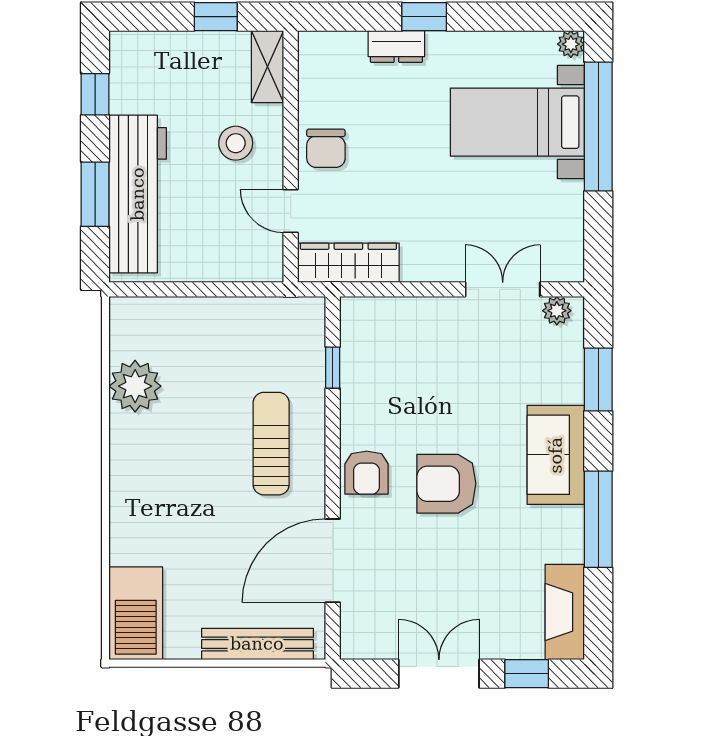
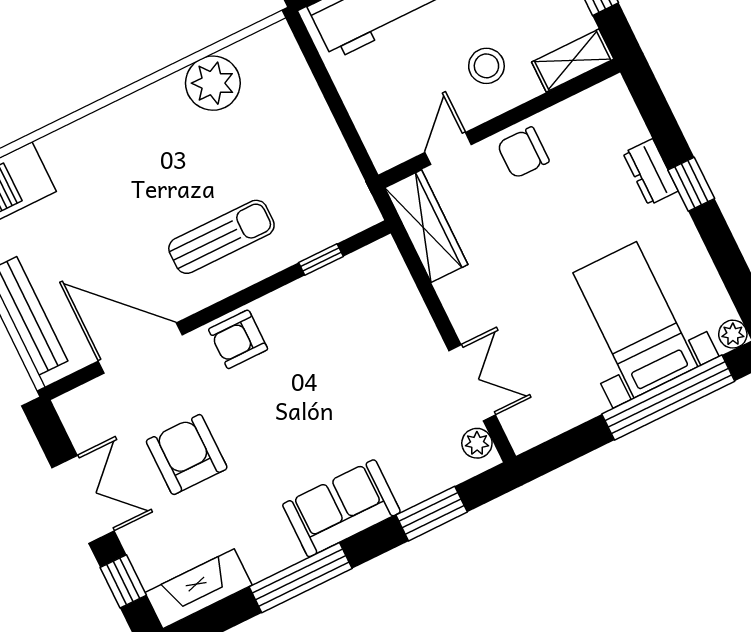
armchair: (446, 484) -> (187, 454), moved

